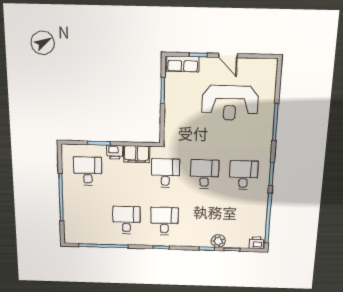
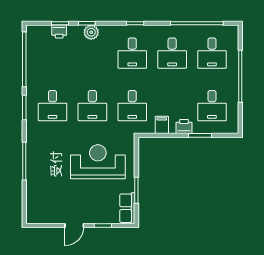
door: (228, 56) -> (74, 225), swing flipped
row of seats: (183, 64) -> (127, 208), moved, turned -90
reception desk: (230, 103) -> (98, 162), moved
filing cabinet: (137, 154) -> (162, 125), width x0.50
desk: (89, 219) -> (212, 53), added
plant: (218, 241) -> (91, 32), moved
printer: (256, 243) -> (59, 31), moved

